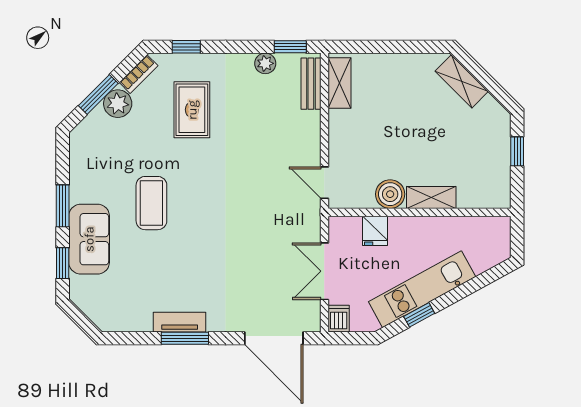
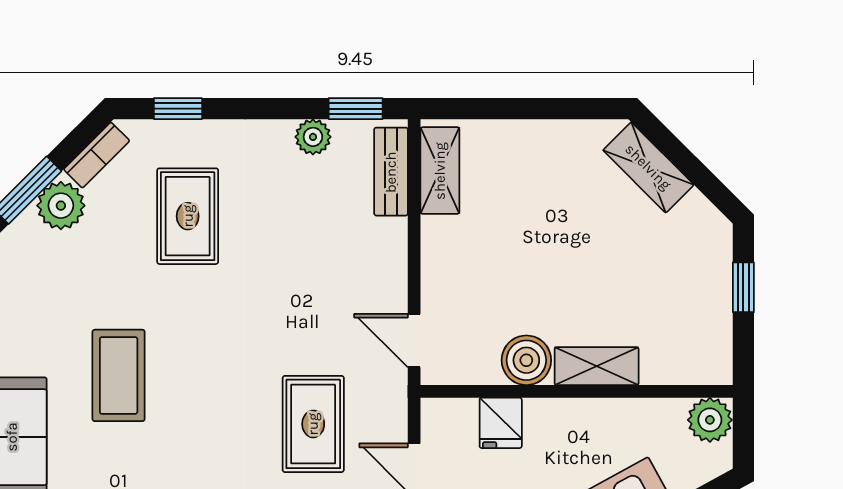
plant: (498, 229) -> (710, 420), added
rug: (265, 231) -> (313, 424), added

